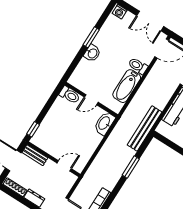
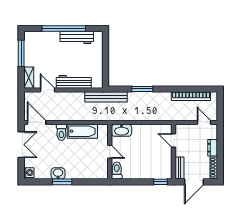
washbasin: (92, 53) -> (58, 173), moved

